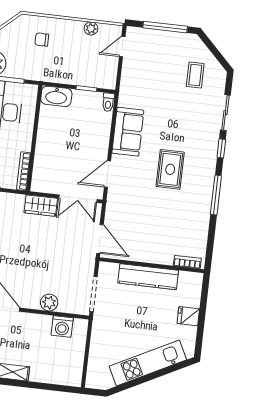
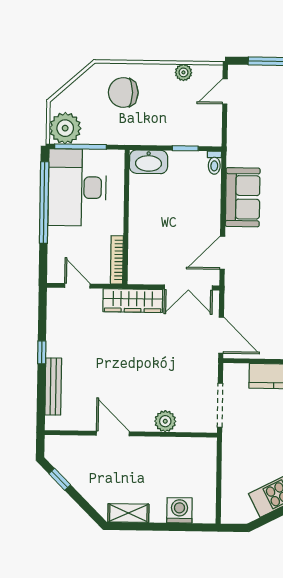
chair: (42, 40) -> (123, 92), width x1.87, depth x1.87
wardrobe: (41, 206) -> (133, 301), width x1.50
washing machine: (62, 327) -> (179, 510), moved, turned 180

